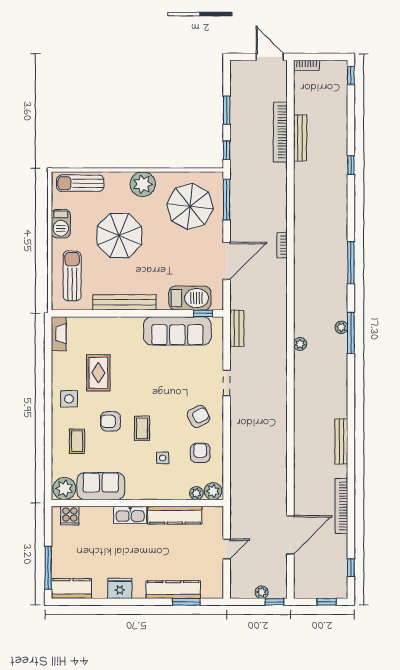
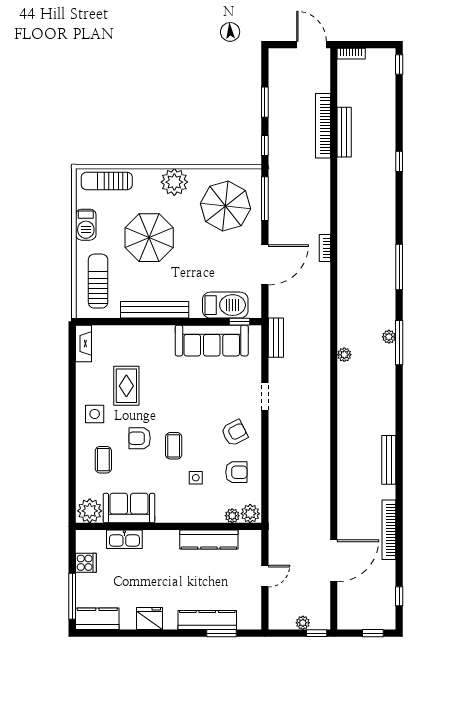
armchair: (200, 453) -> (236, 472), turned 90
kitchen sink: (130, 515) -> (124, 539), moved
cooker: (70, 516) -> (86, 563), moved, turned -90

